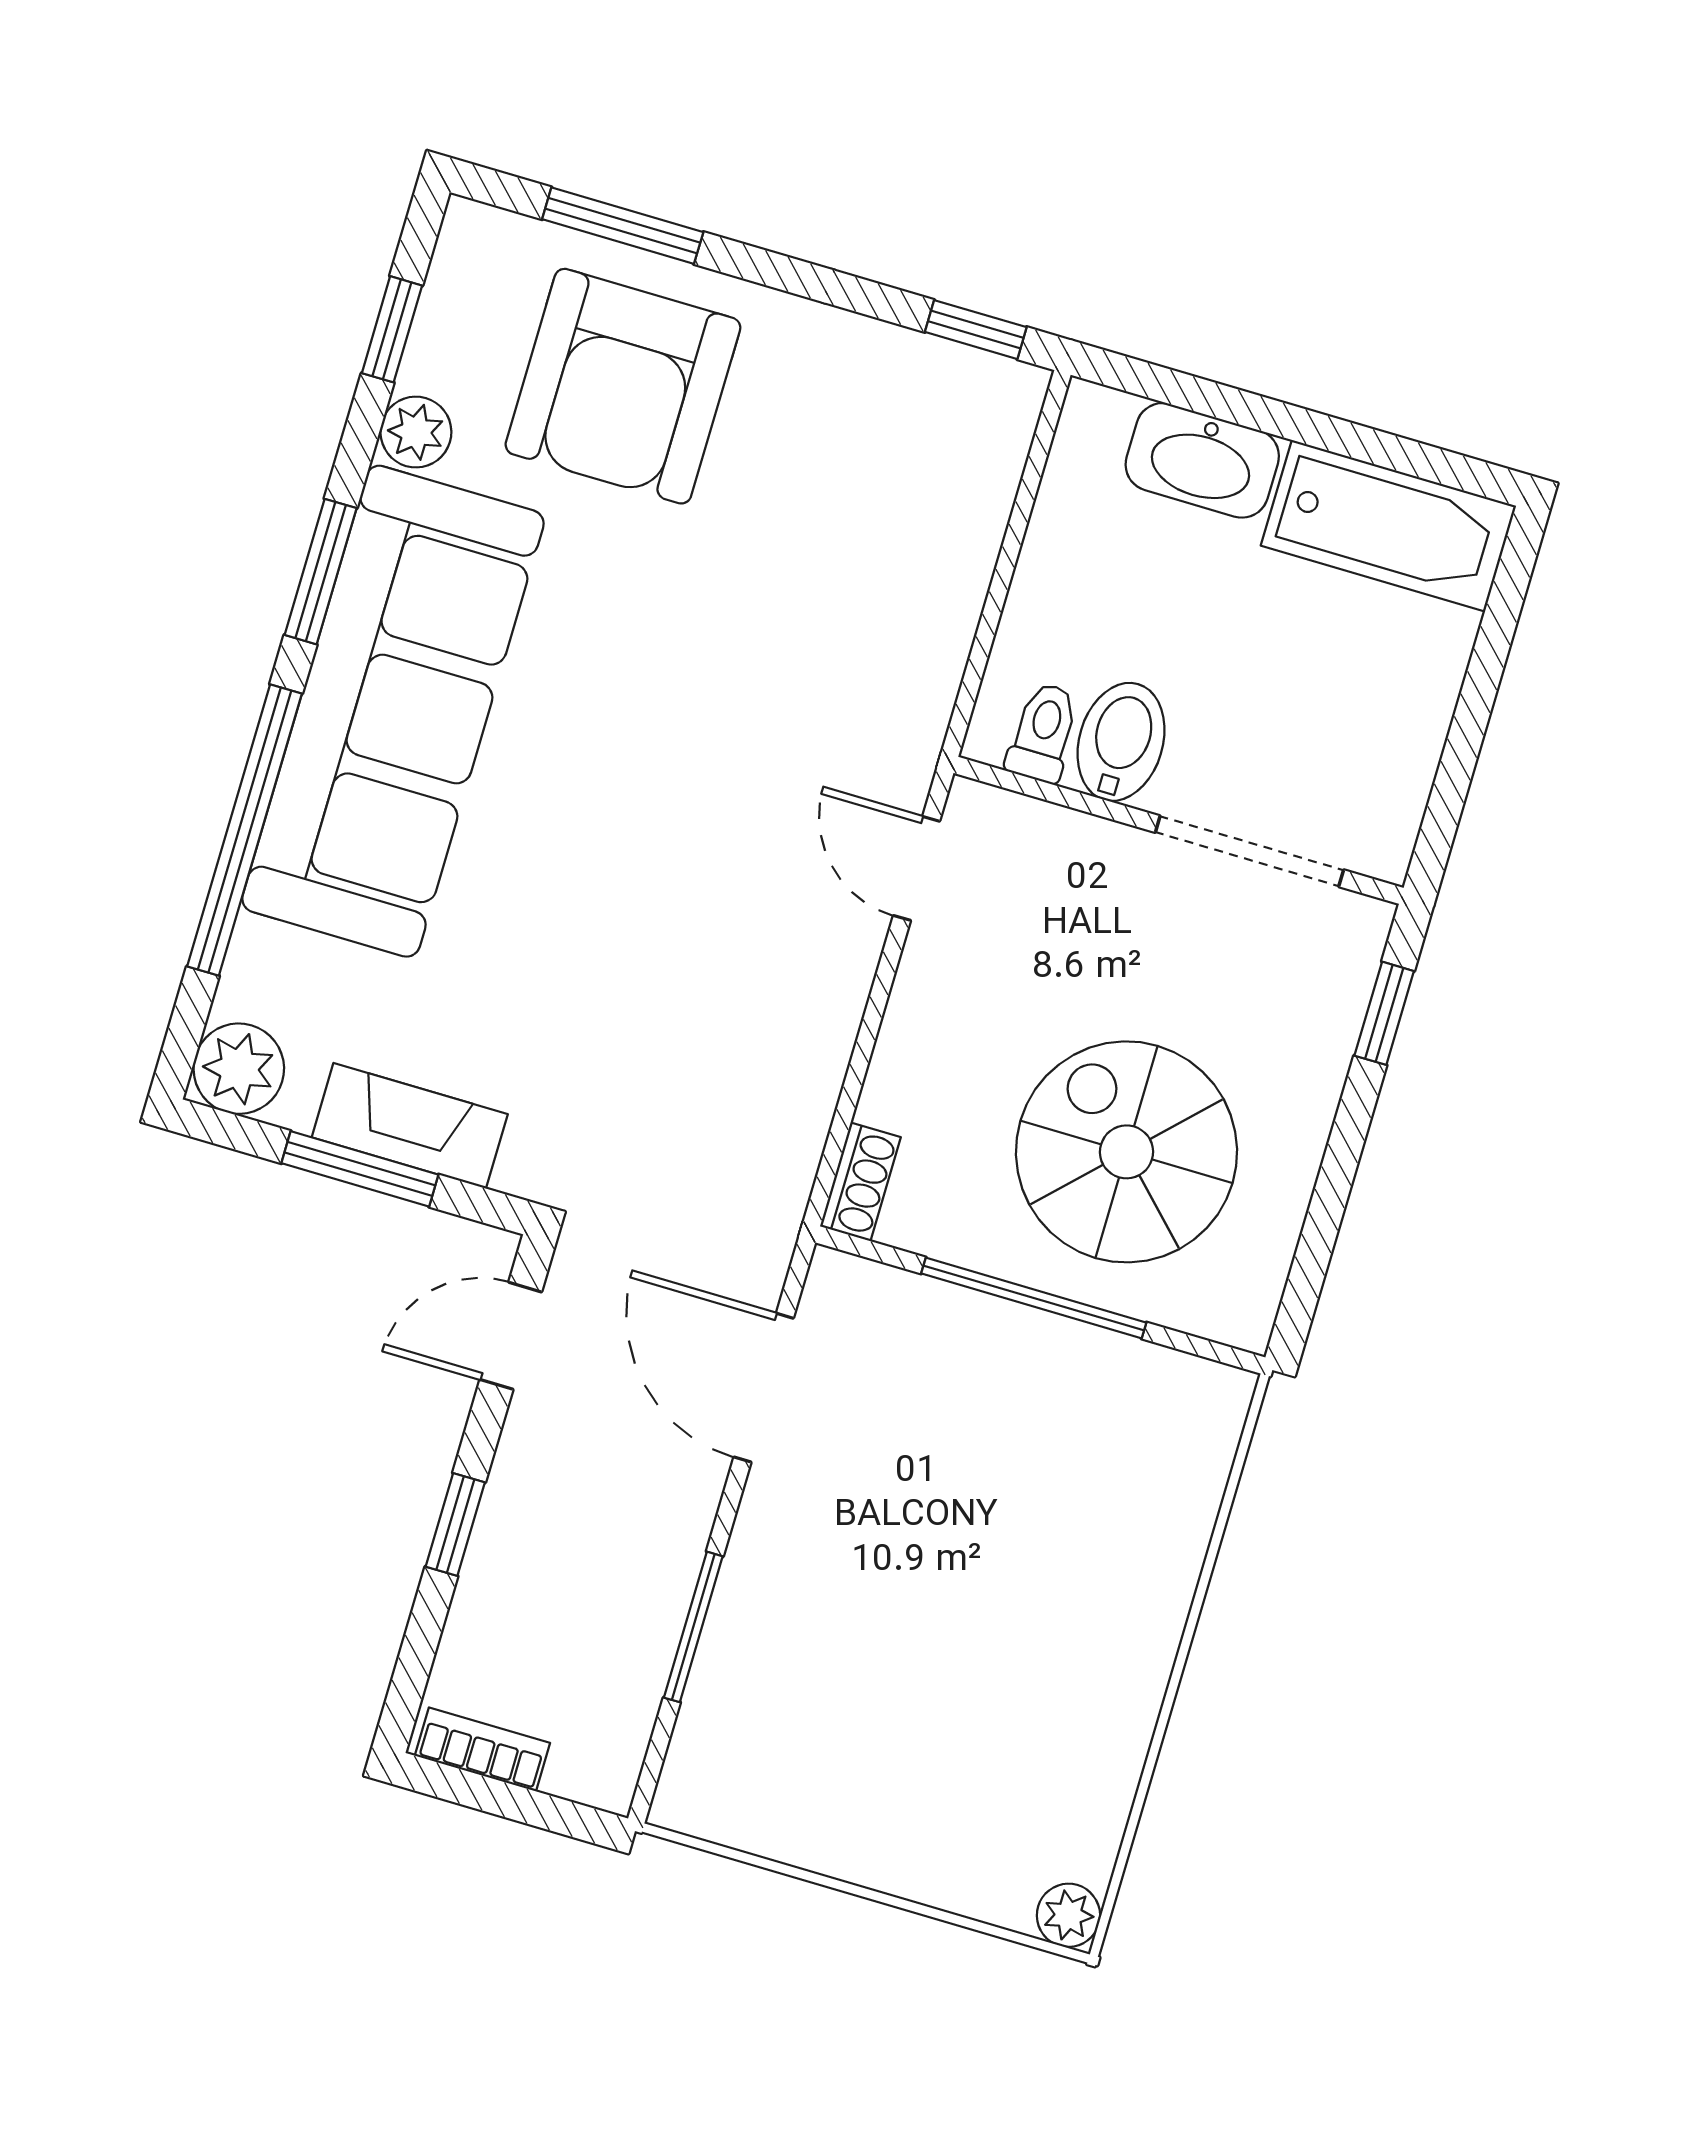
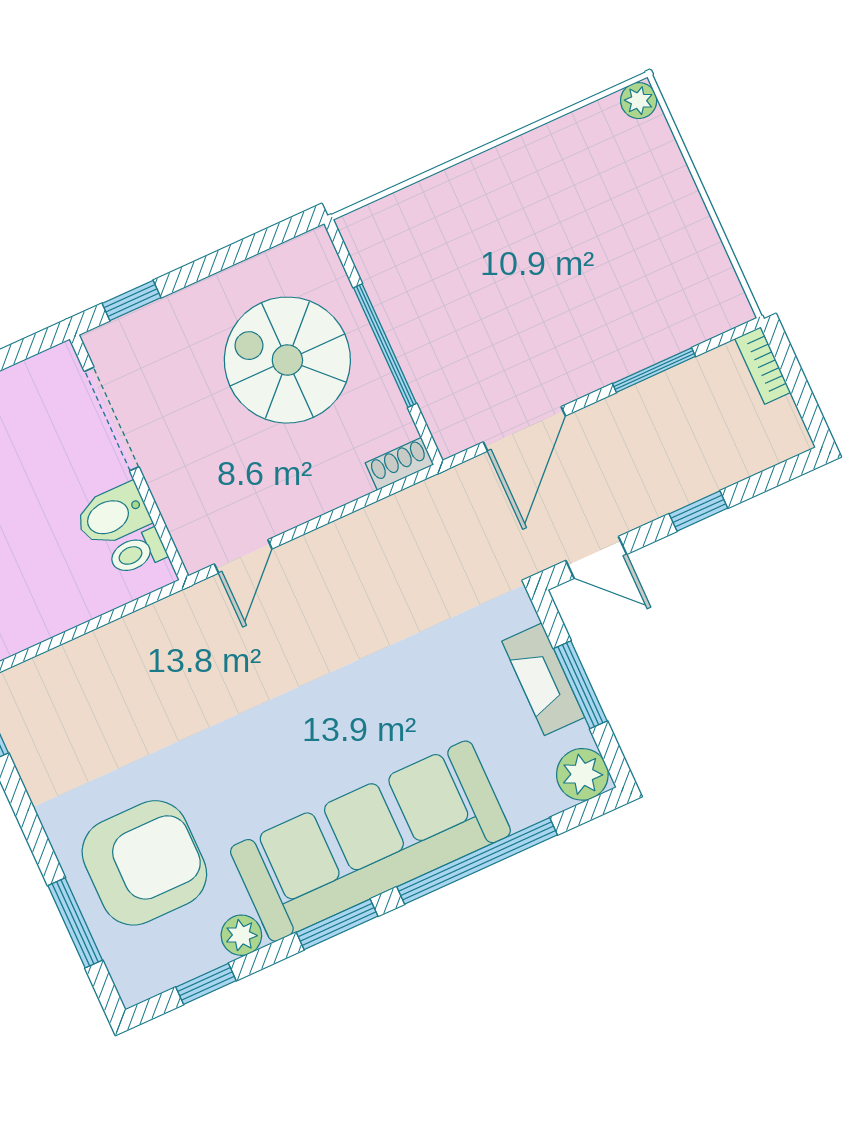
spiral stairs: (1127, 1152) -> (287, 360), turned 90
bookcase: (482, 1749) -> (763, 365), moved

